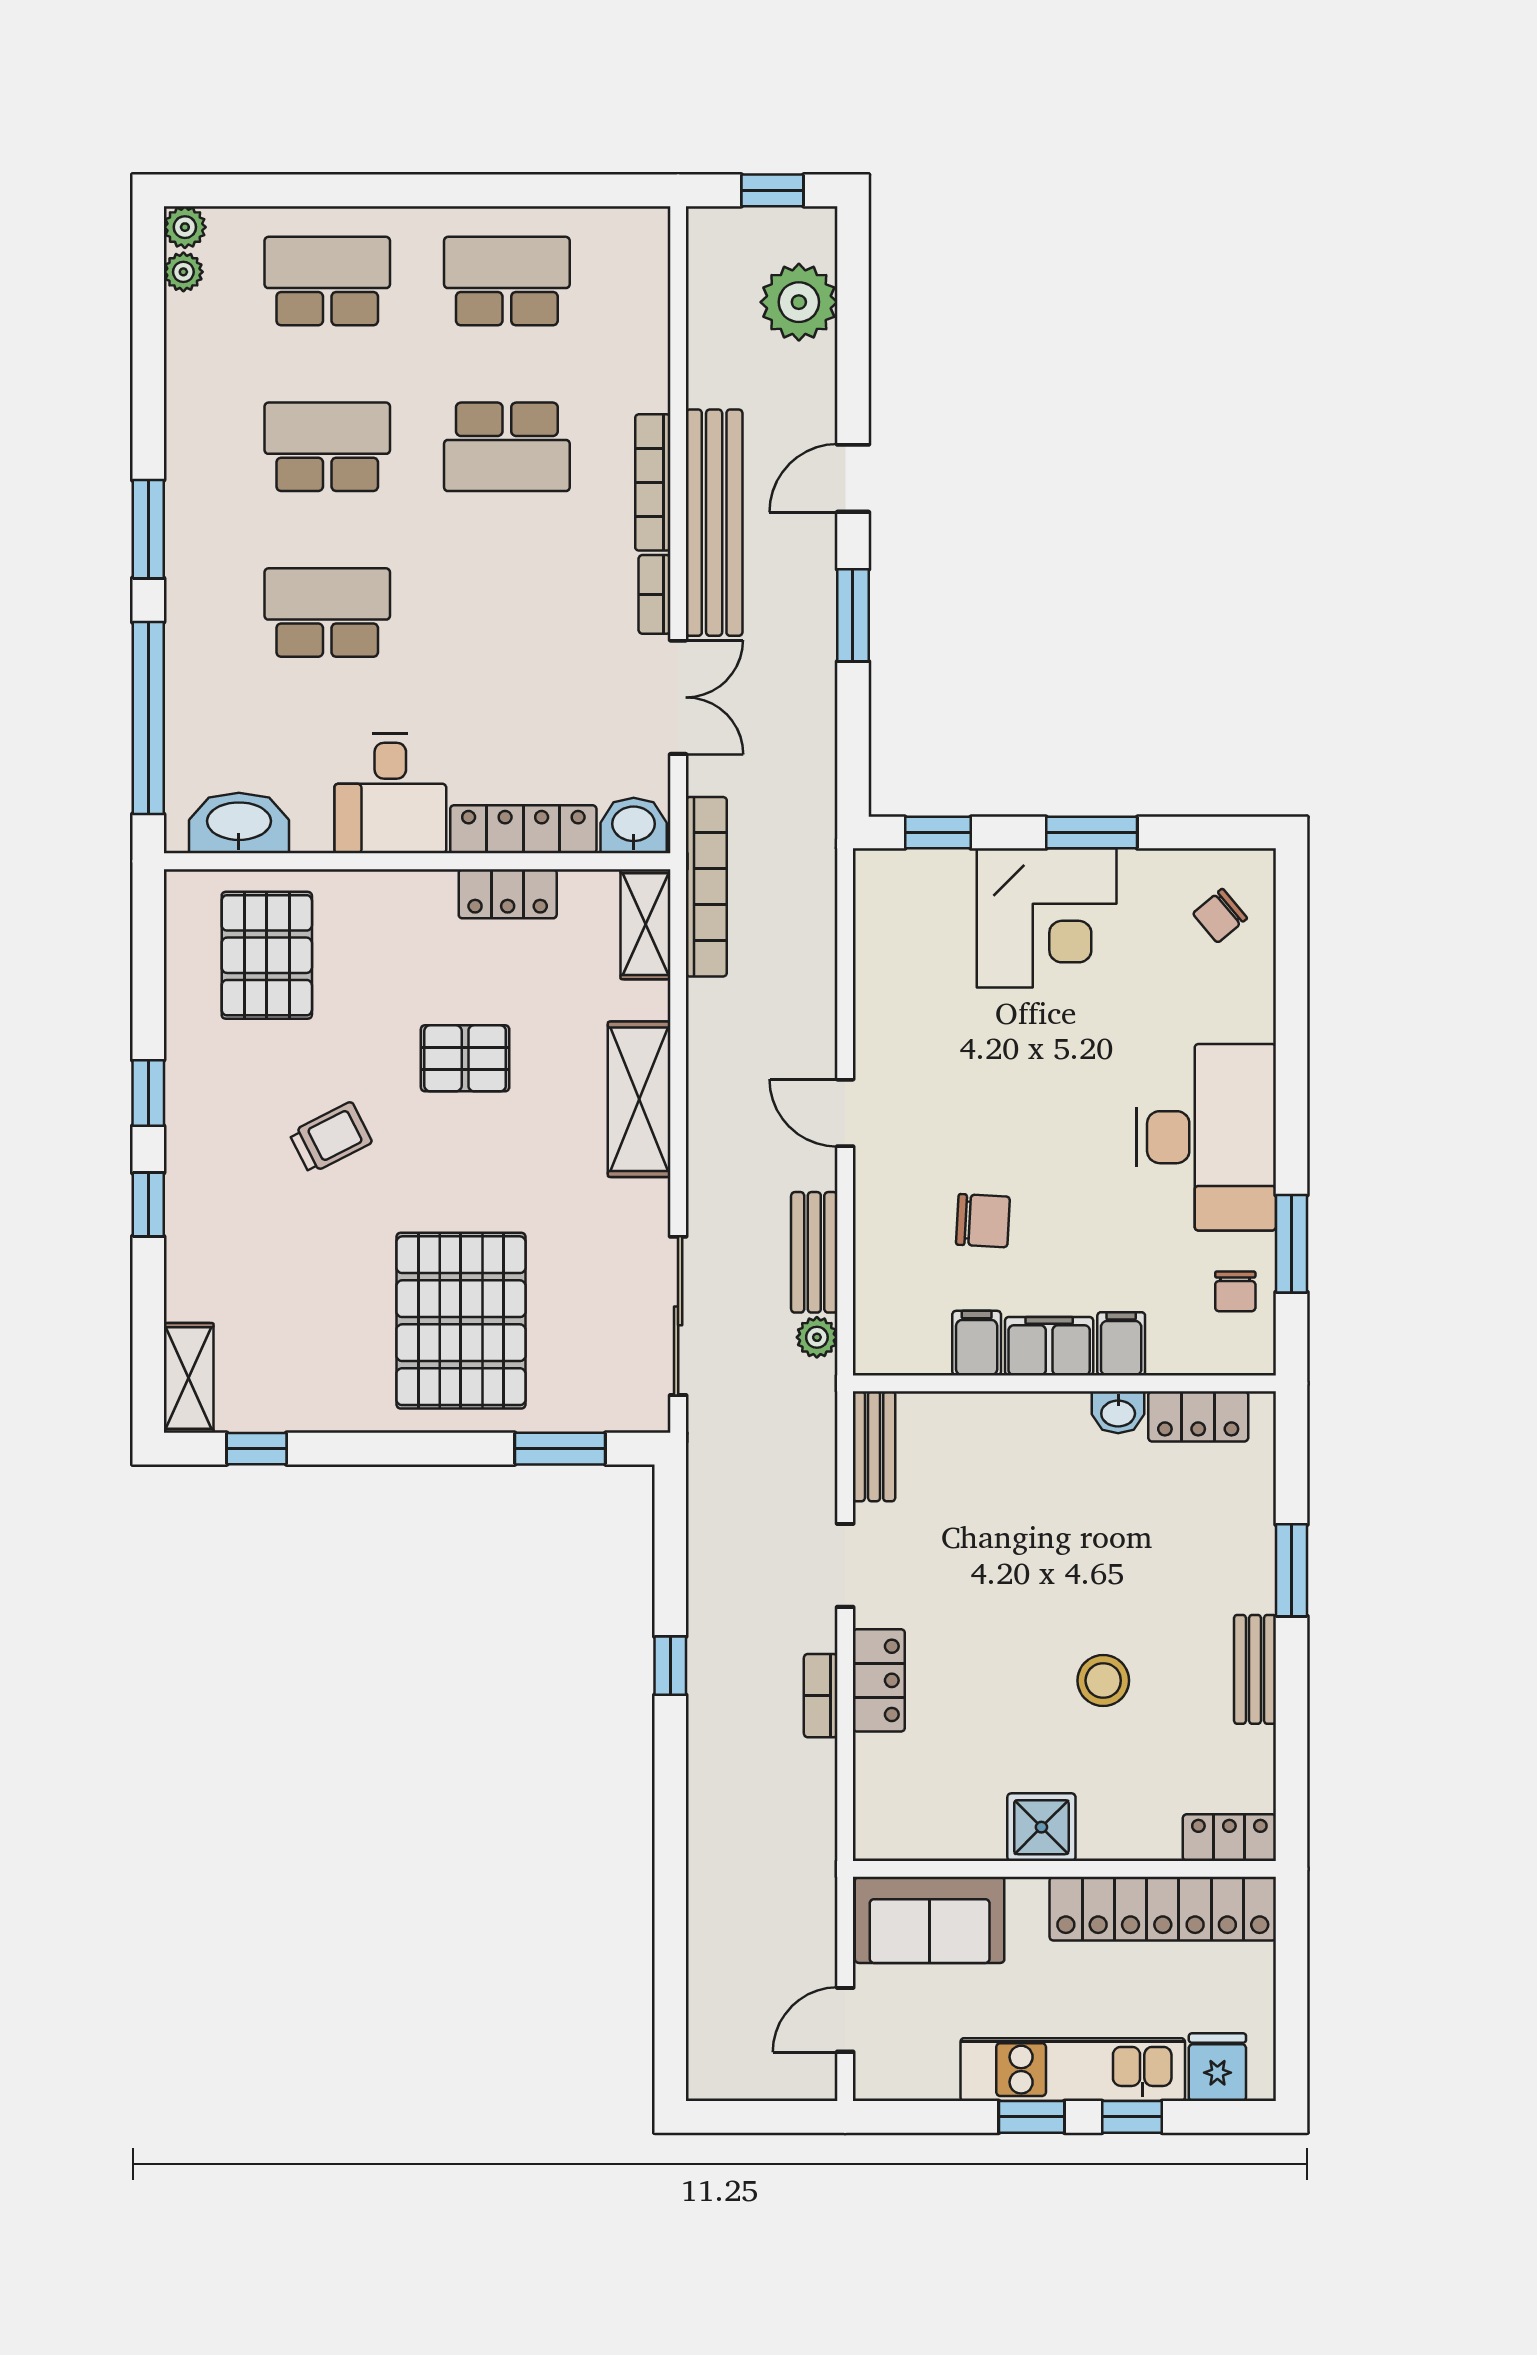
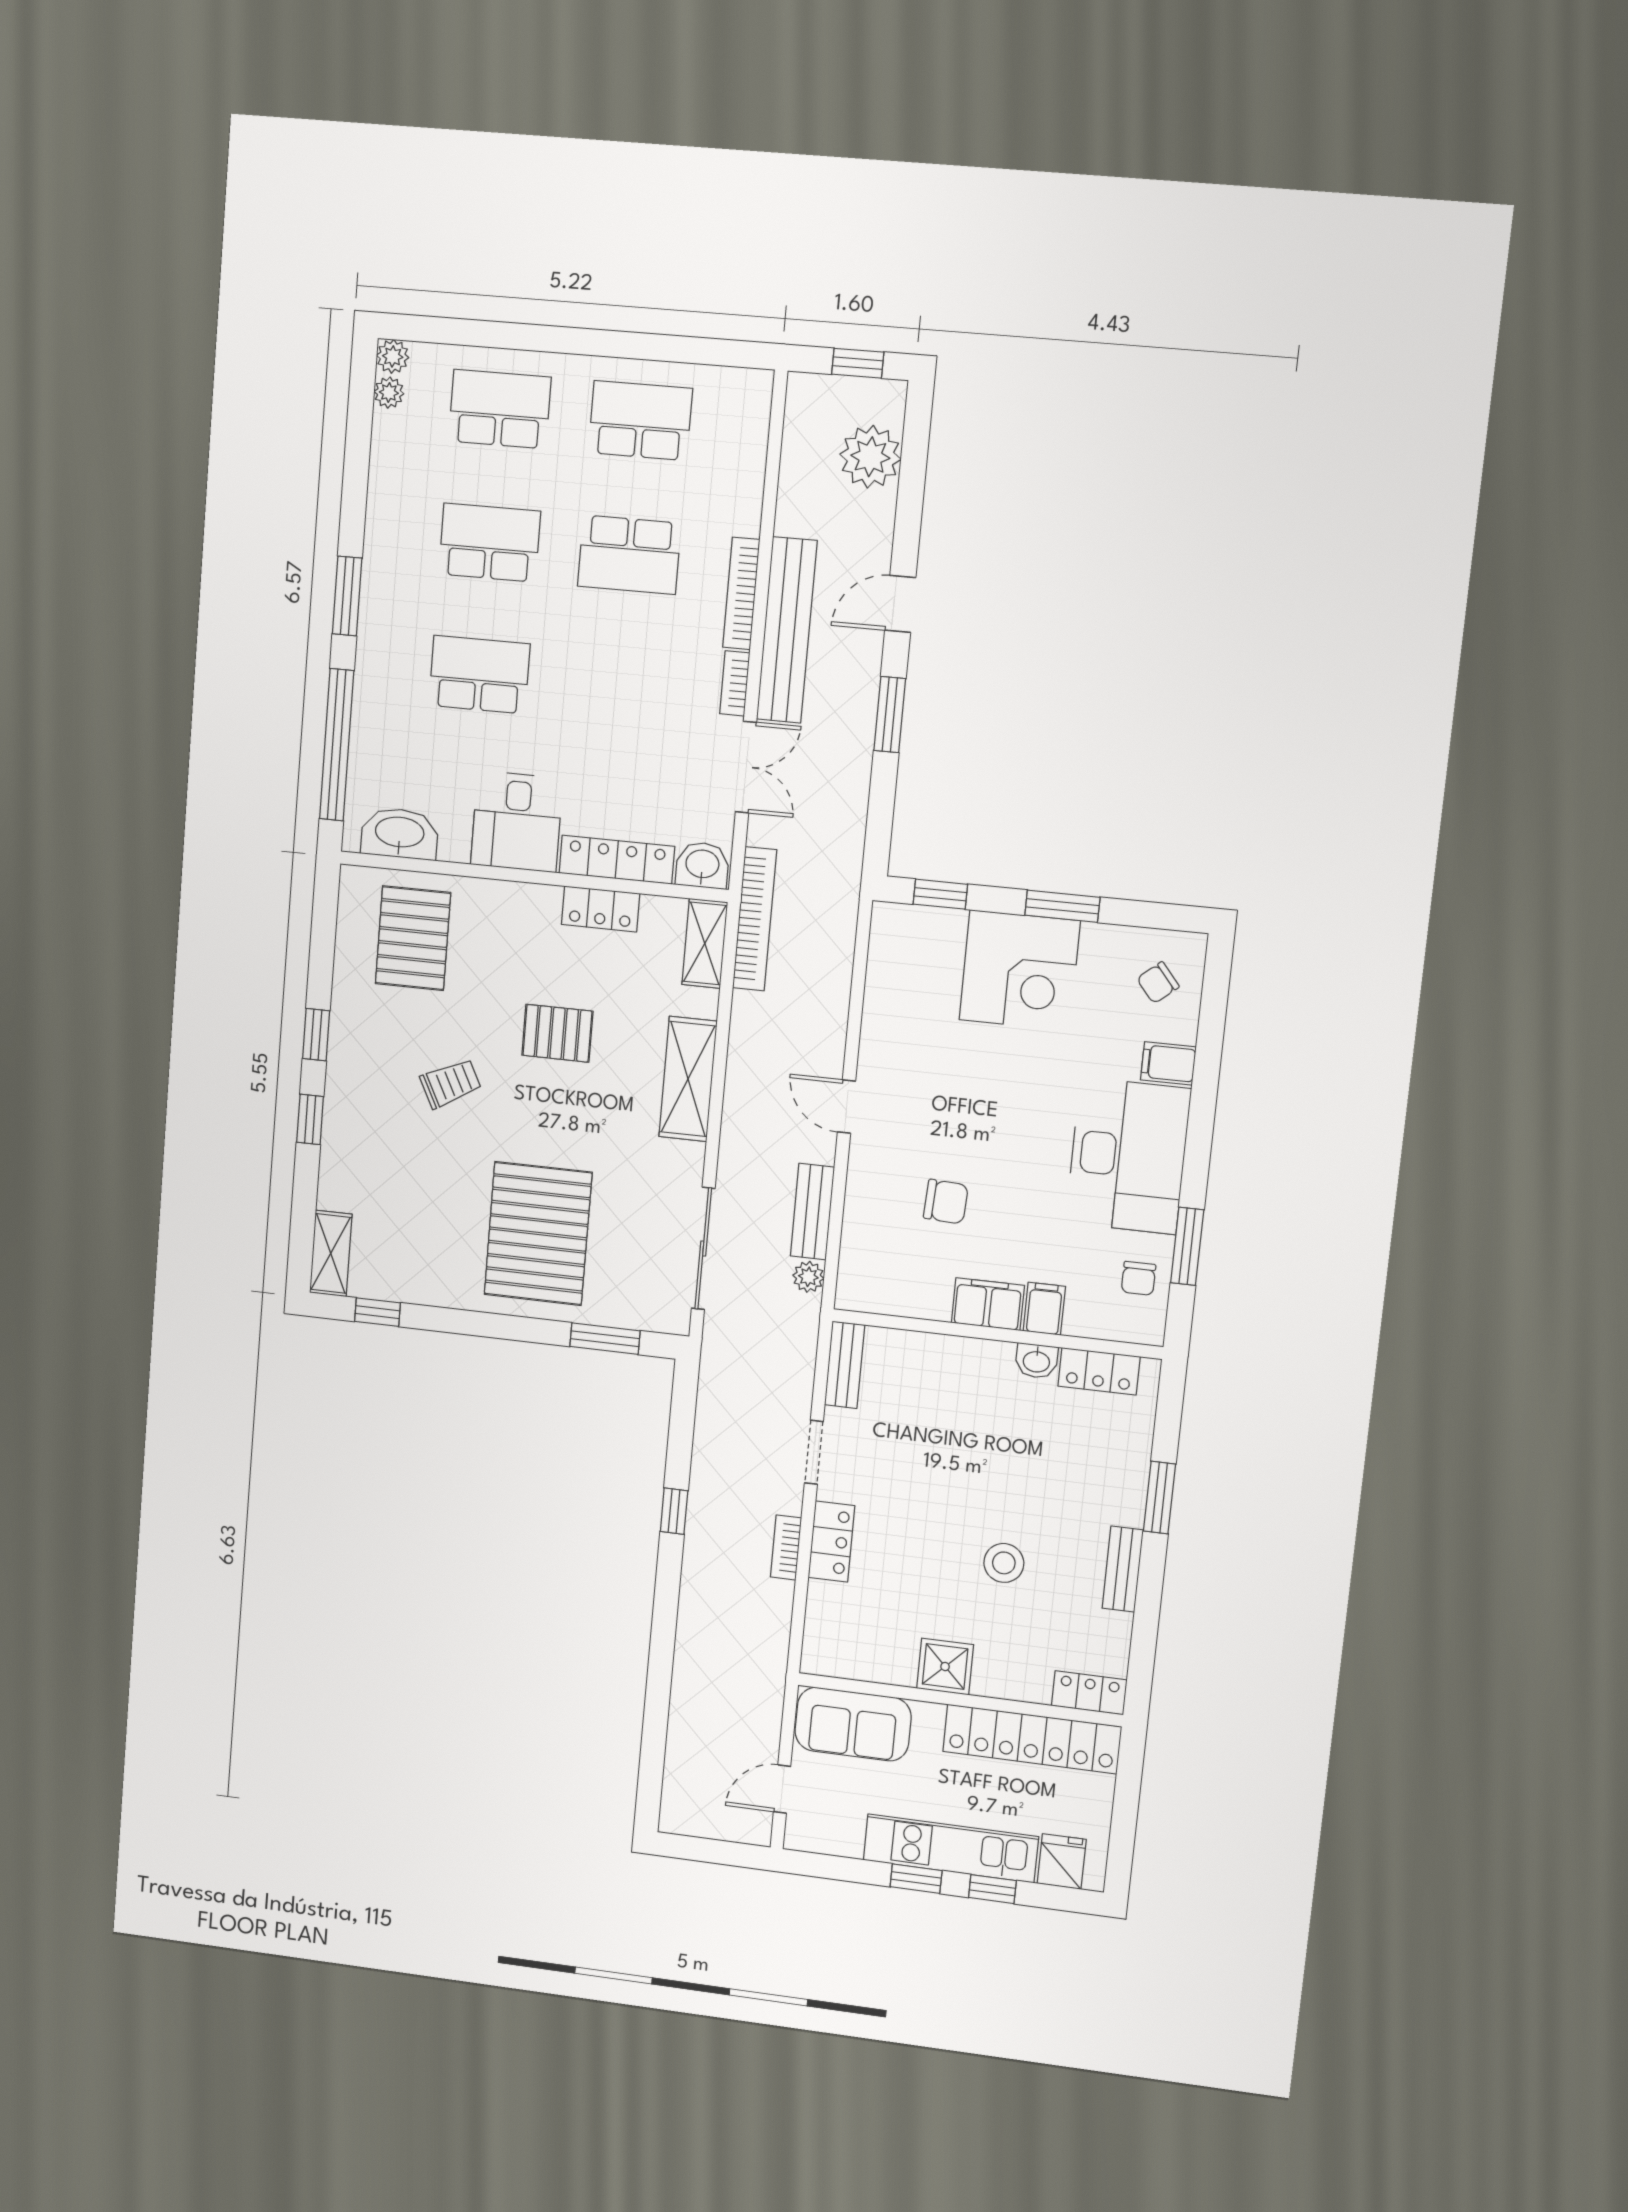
filing cabinet: (977, 1343) -> (1168, 1063), moved, turned -90

